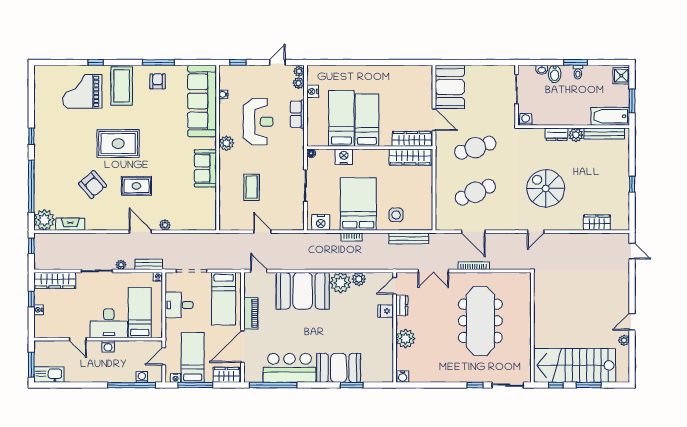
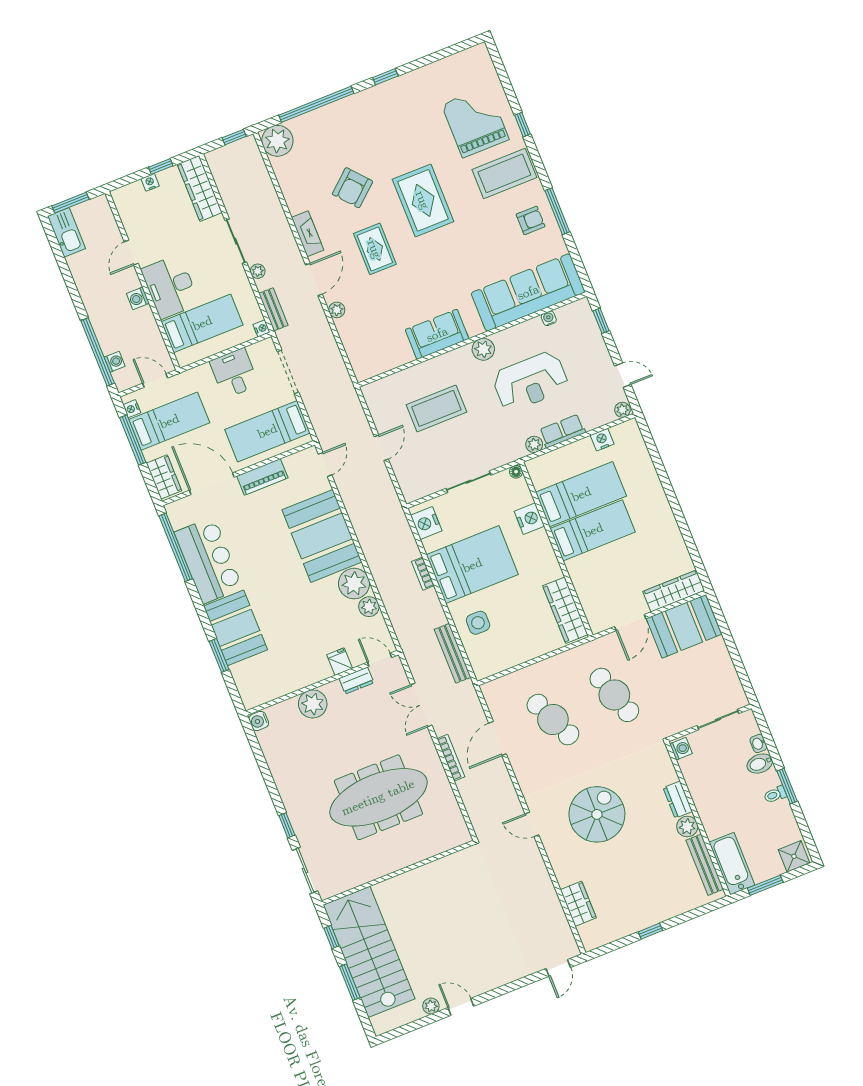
plant: (299, 83) -> (534, 444), moved
wardrobe: (412, 139) -> (674, 591), moved, turned -90
coffee table: (252, 187) -> (436, 408), width x1.36, depth x1.32
fireplace: (70, 224) -> (308, 234), moved

